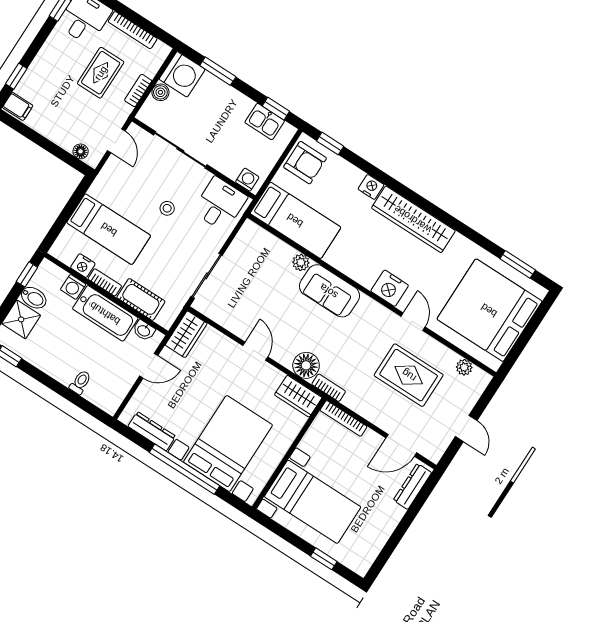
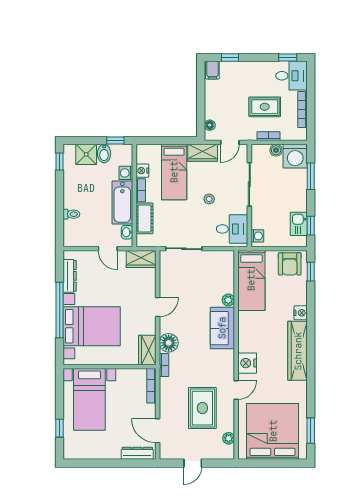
wardrobe: (108, 181) -> (203, 153), added

